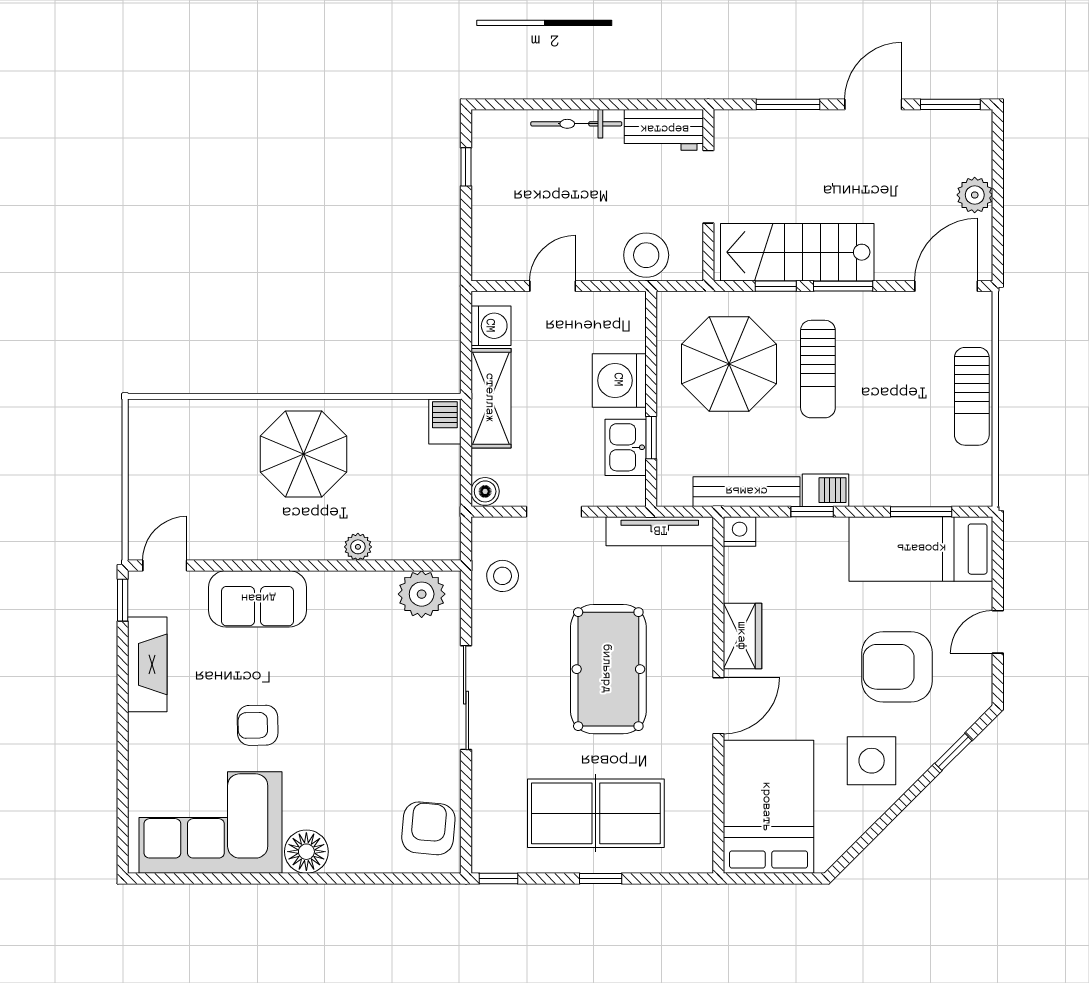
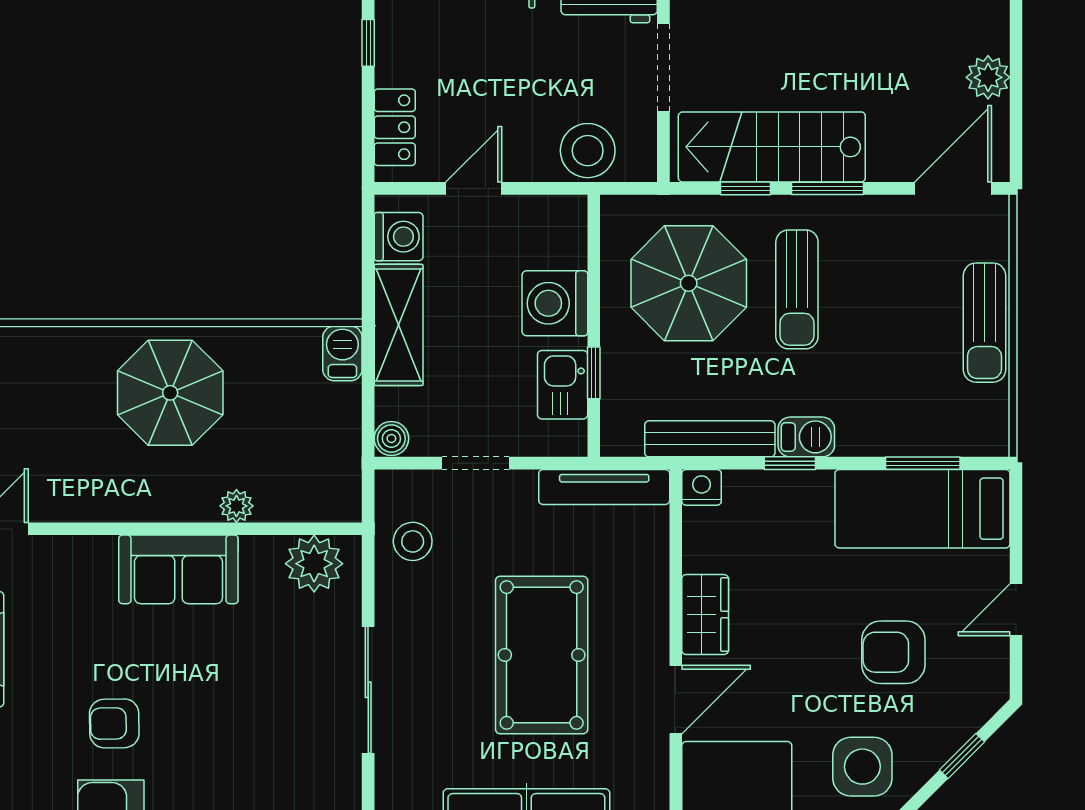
locker: (488, 236) -> (395, 127), added
sofa: (258, 599) -> (178, 569), moved
armchair: (897, 667) -> (893, 652), width x0.73, depth x0.73

